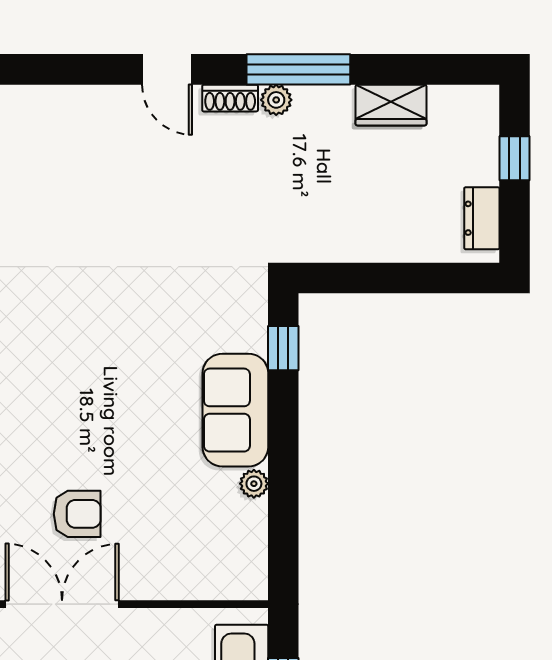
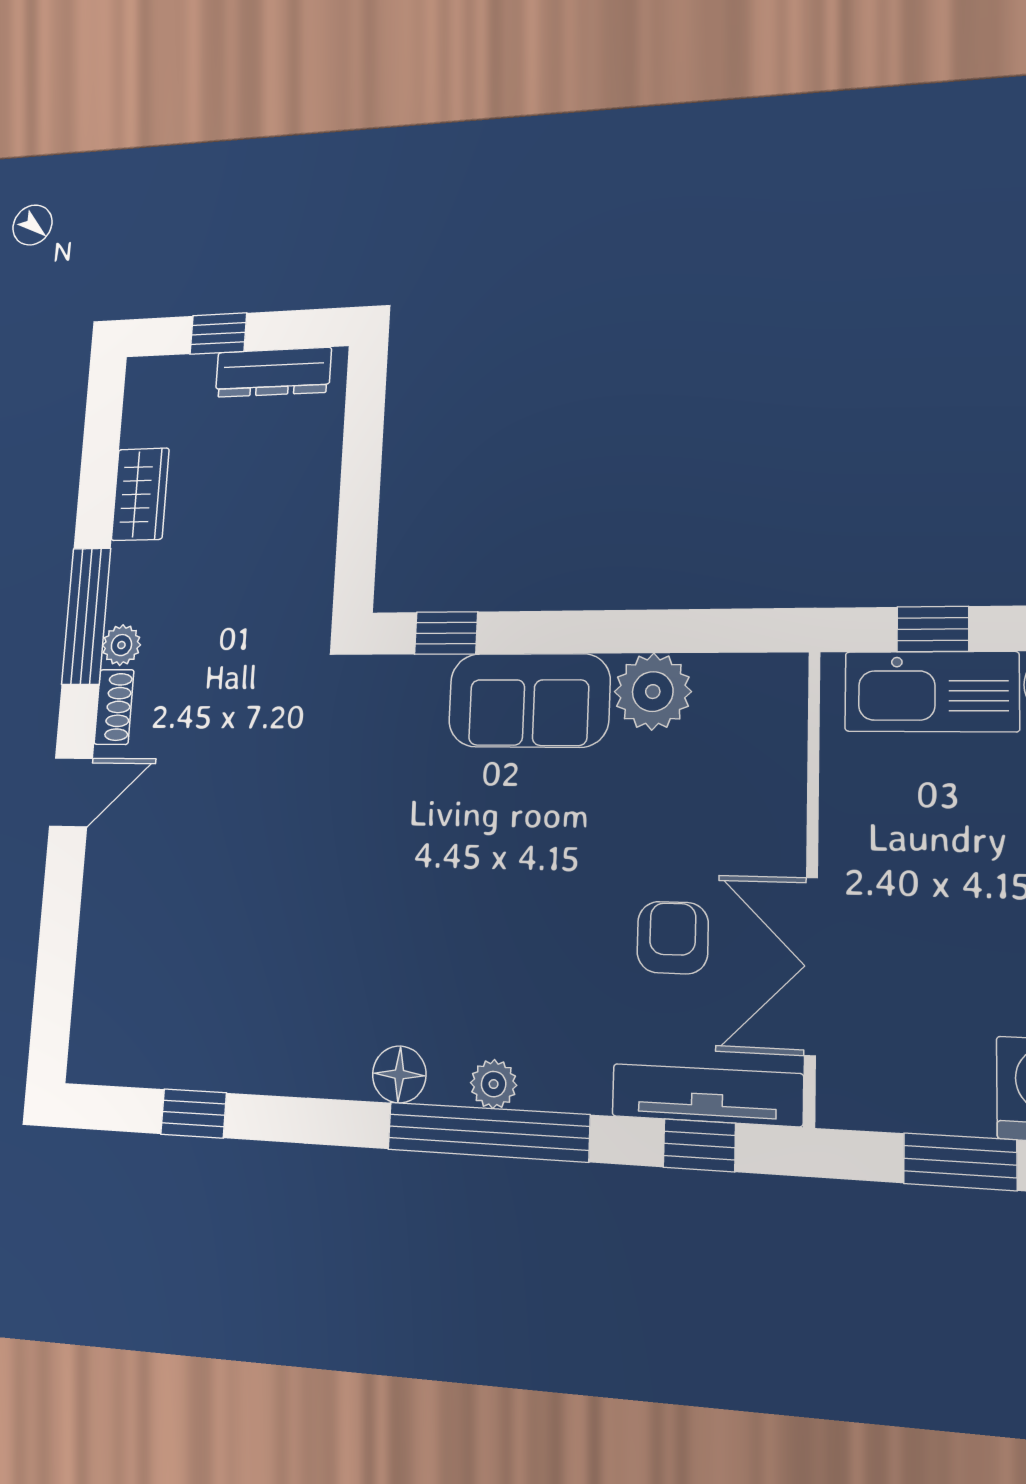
dresser: (482, 218) -> (273, 372), width x1.44
plant: (254, 484) -> (653, 692), width x1.87, depth x1.87

